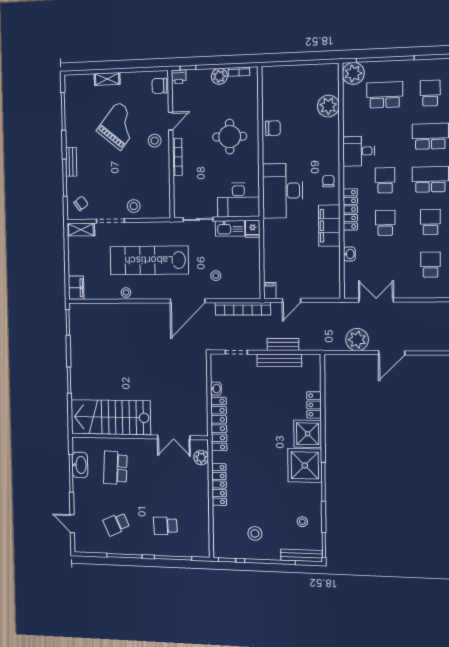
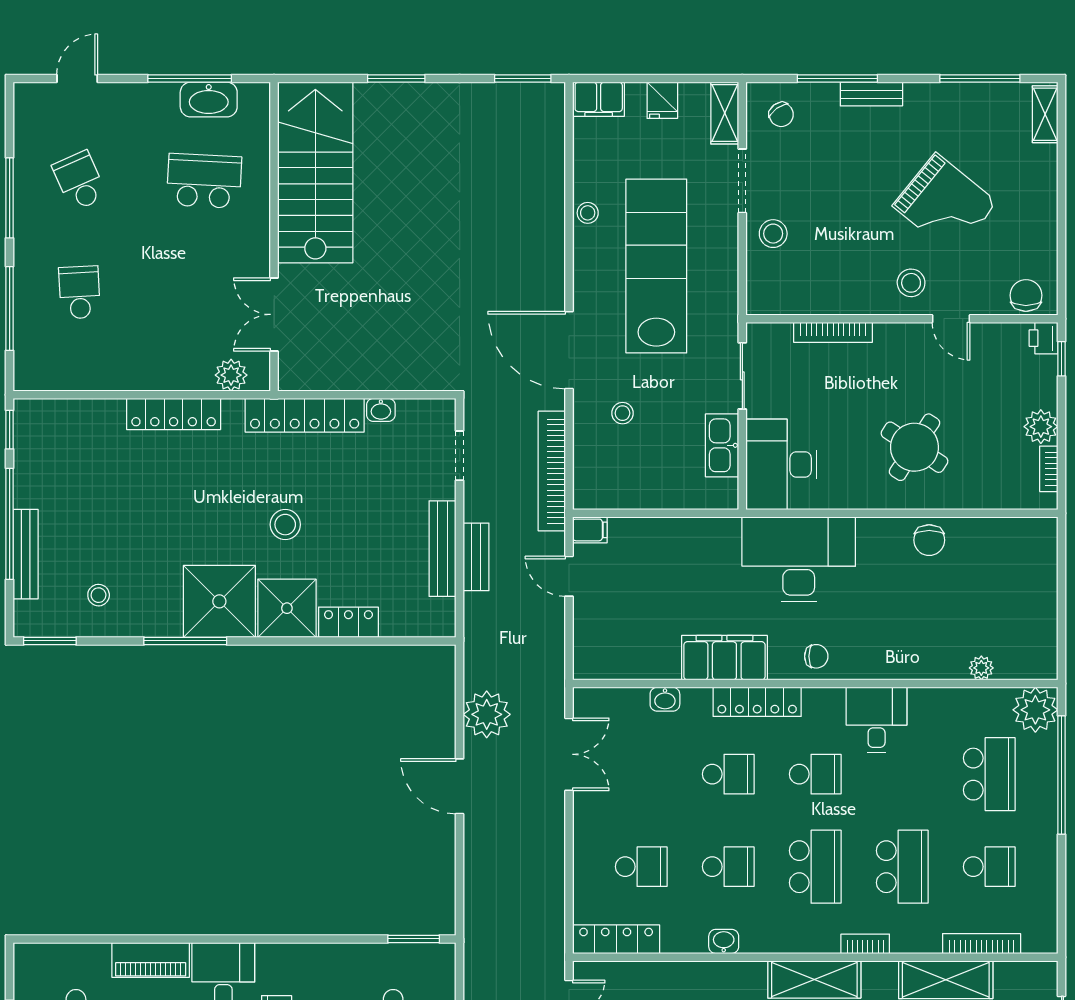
shelving: (107, 79) -> (1045, 114), moved
plant: (328, 106) -> (981, 668), width x0.53, depth x0.53
round table: (230, 137) -> (914, 447), turned 33
bookcase: (177, 157) -> (833, 332), moved
fridge: (253, 229) -> (662, 100), moved, turned -90
stool: (255, 533) -> (285, 525), moved
bench: (301, 555) -> (26, 554), moved

